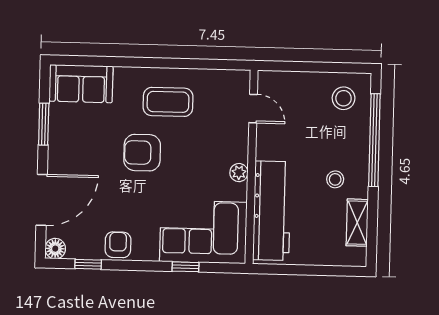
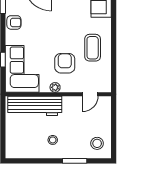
window: (374, 140) -> (75, 161), width x0.47
armchair: (142, 153) -> (65, 63), moved
shelving: (357, 223) -> (29, 153), removed

